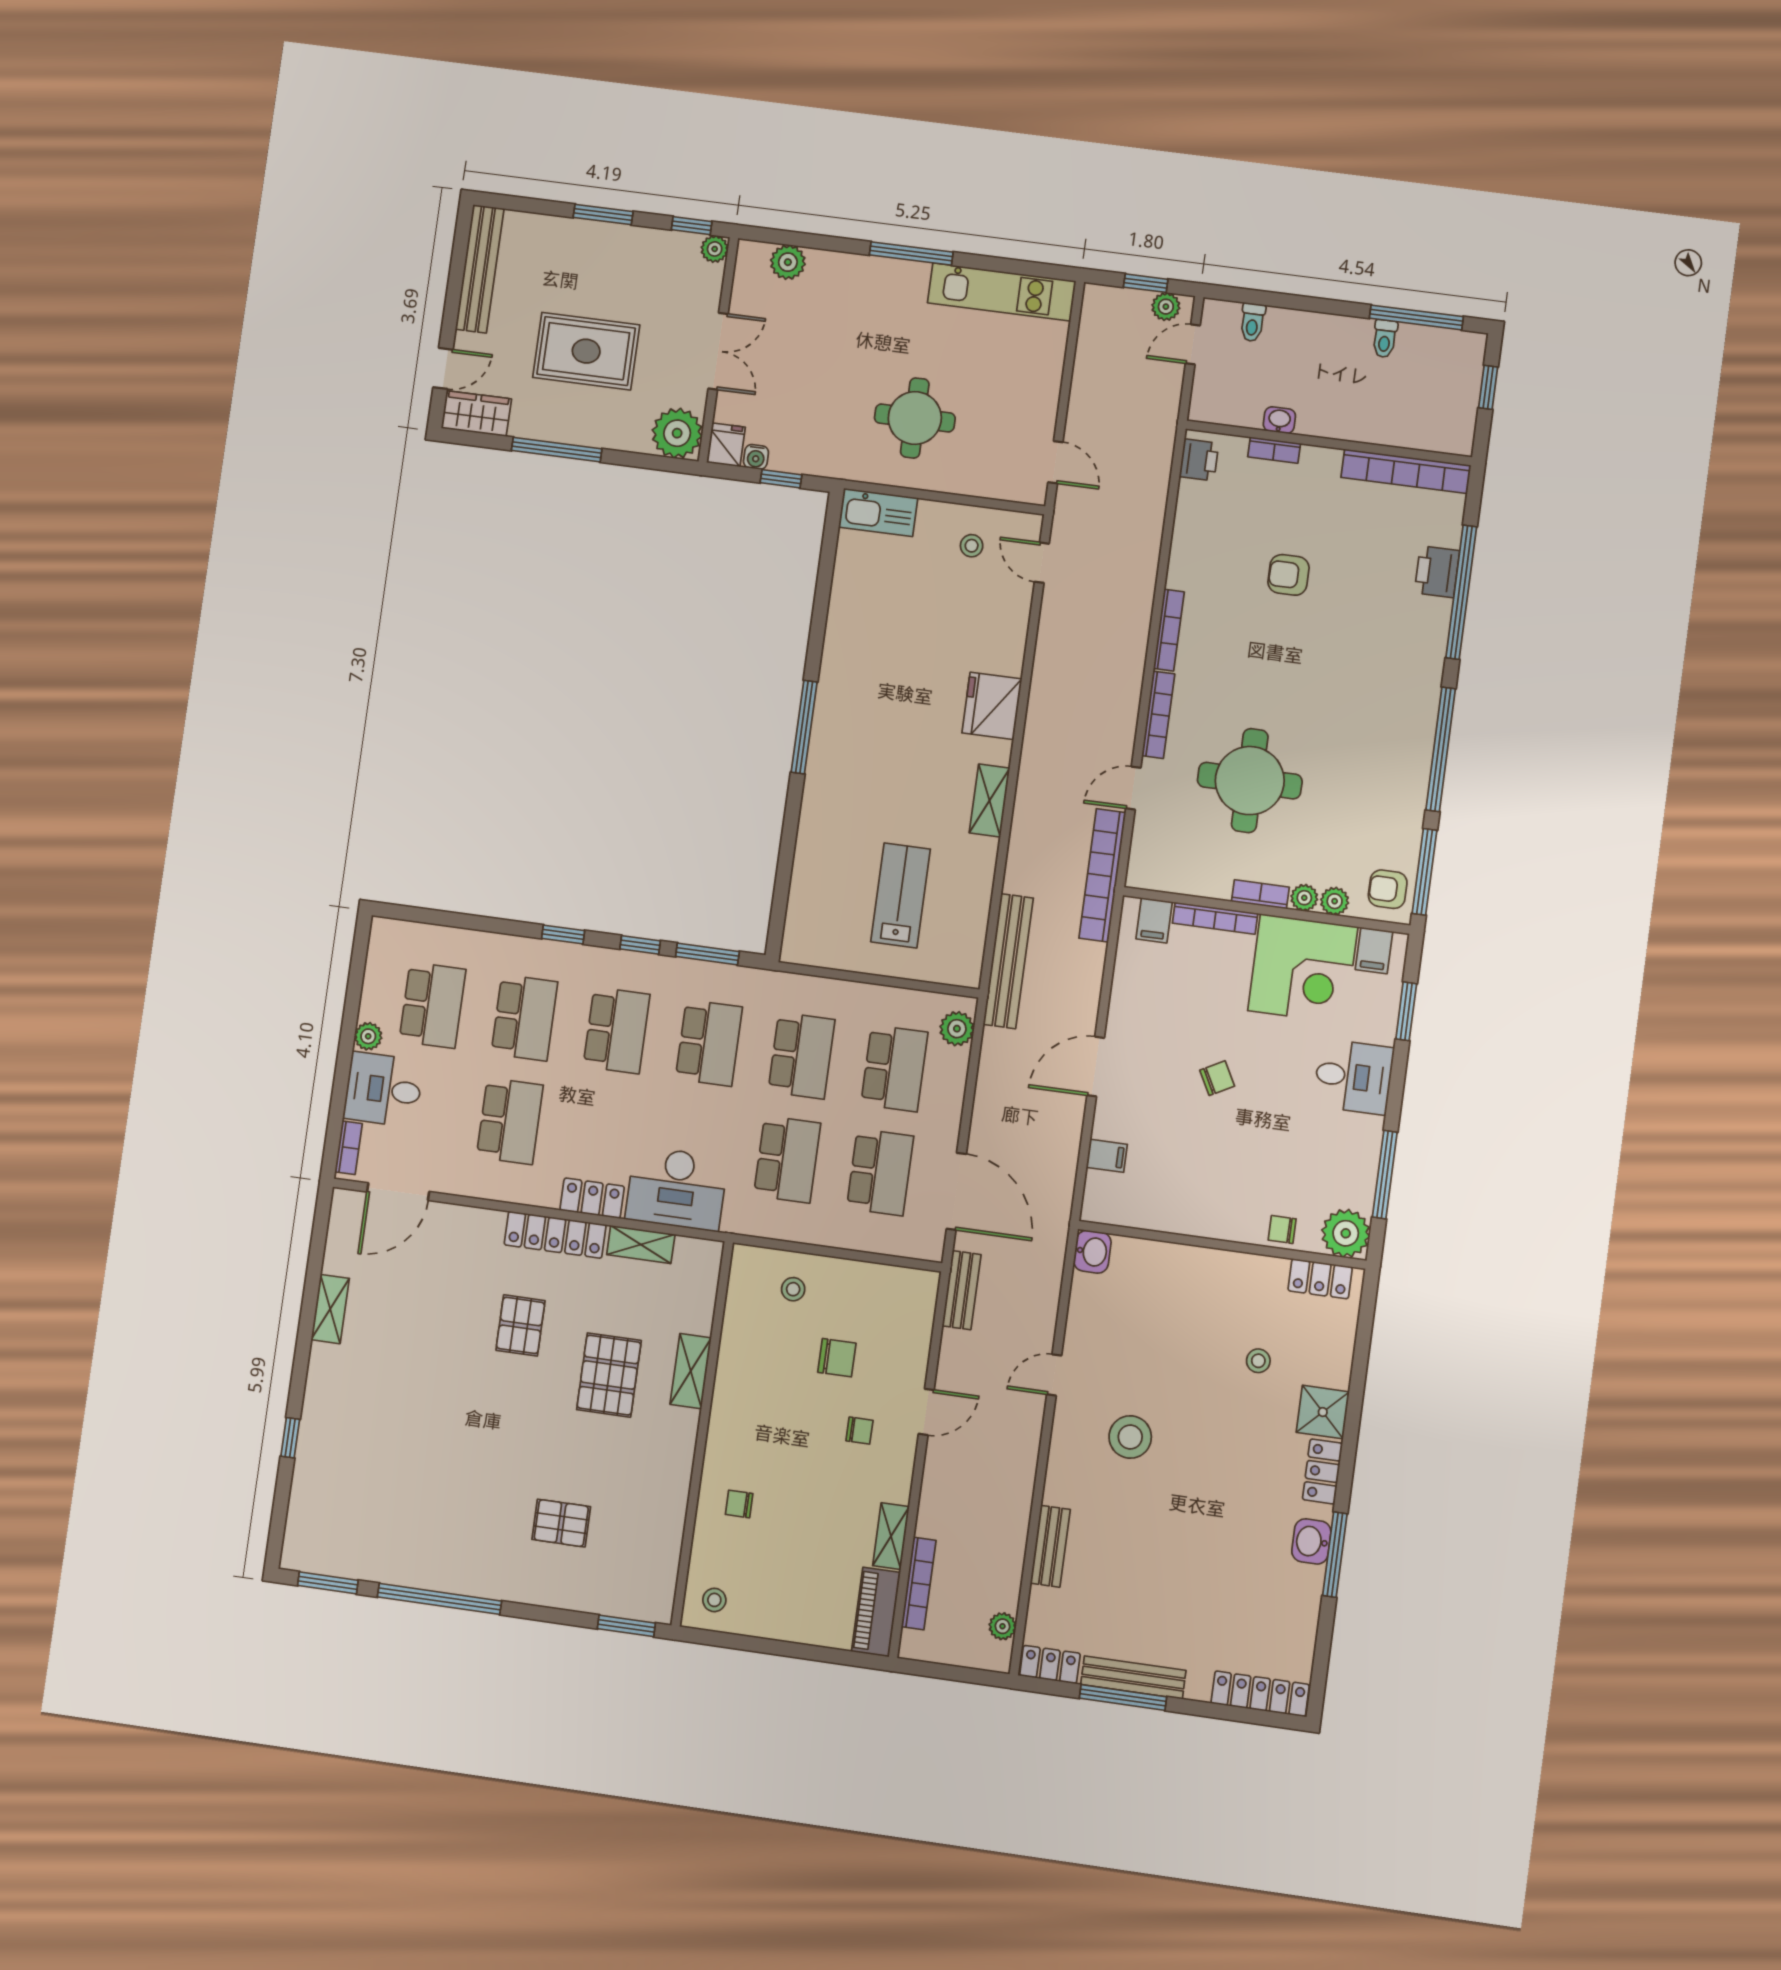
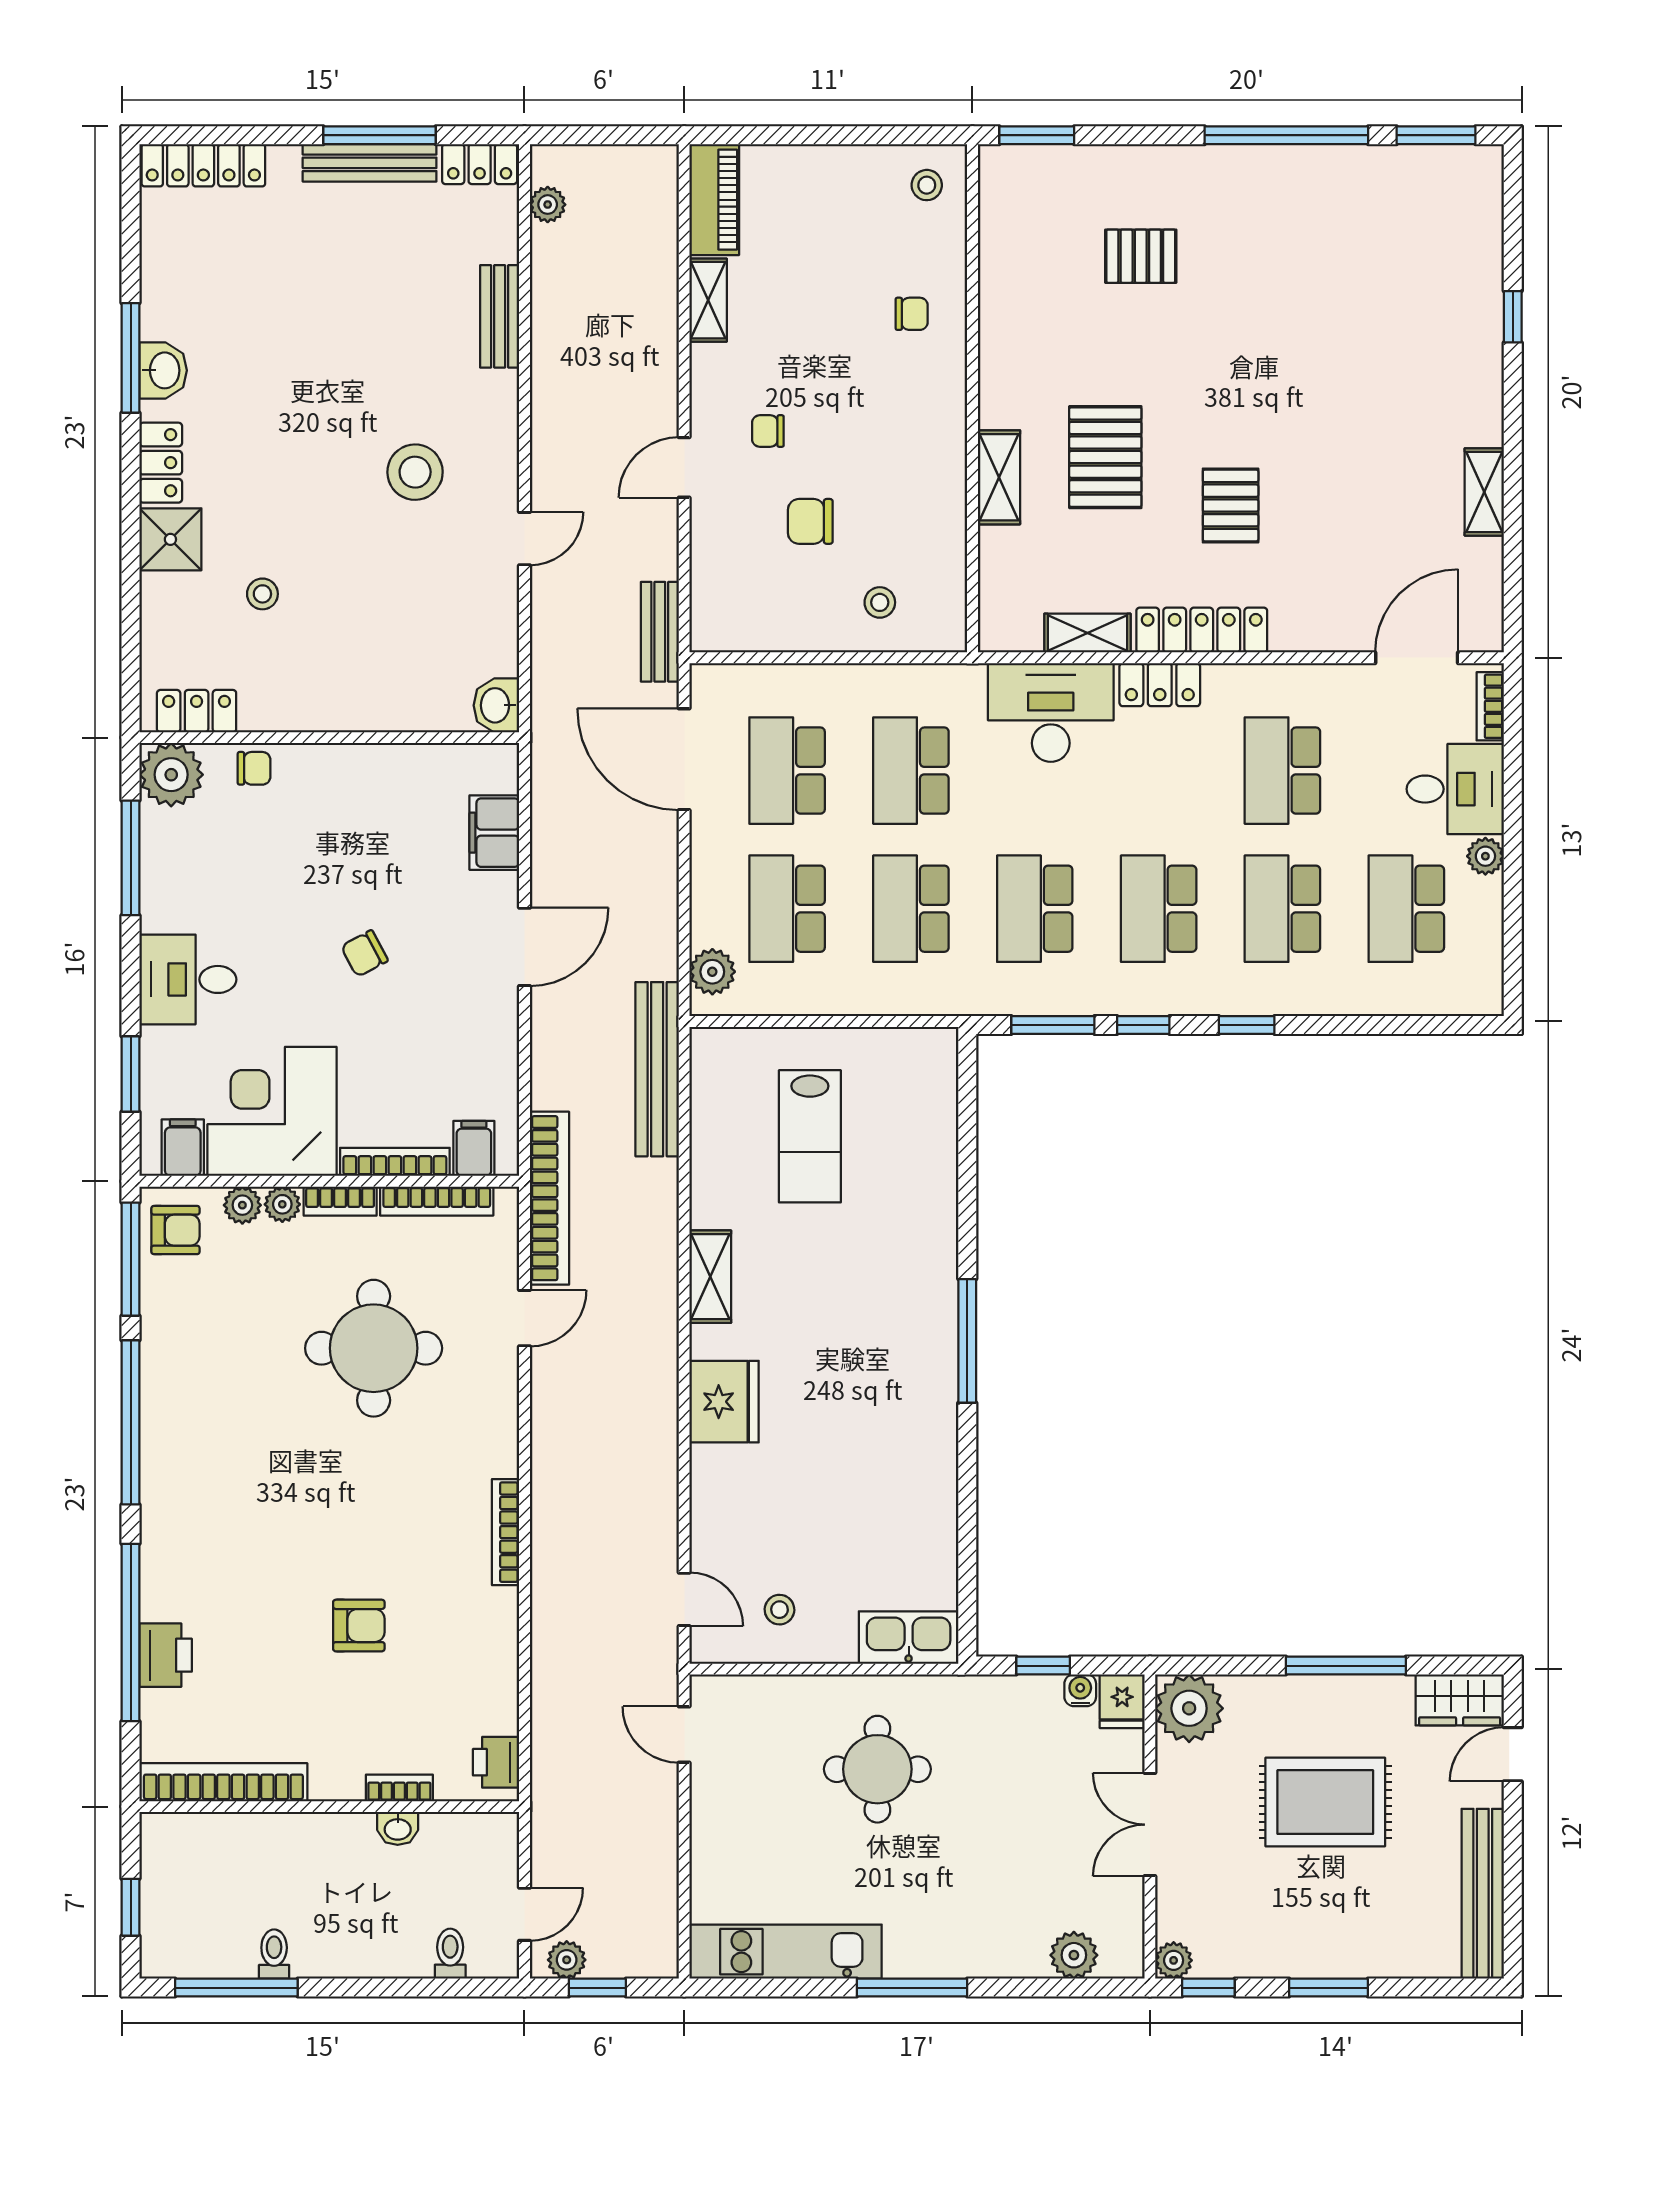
bookcase: (1158, 715) -> (437, 1201), moved, turned -90
filing cabinet: (1107, 1156) -> (494, 833), width x2.00
bookcase: (919, 1584) -> (664, 244), removed

